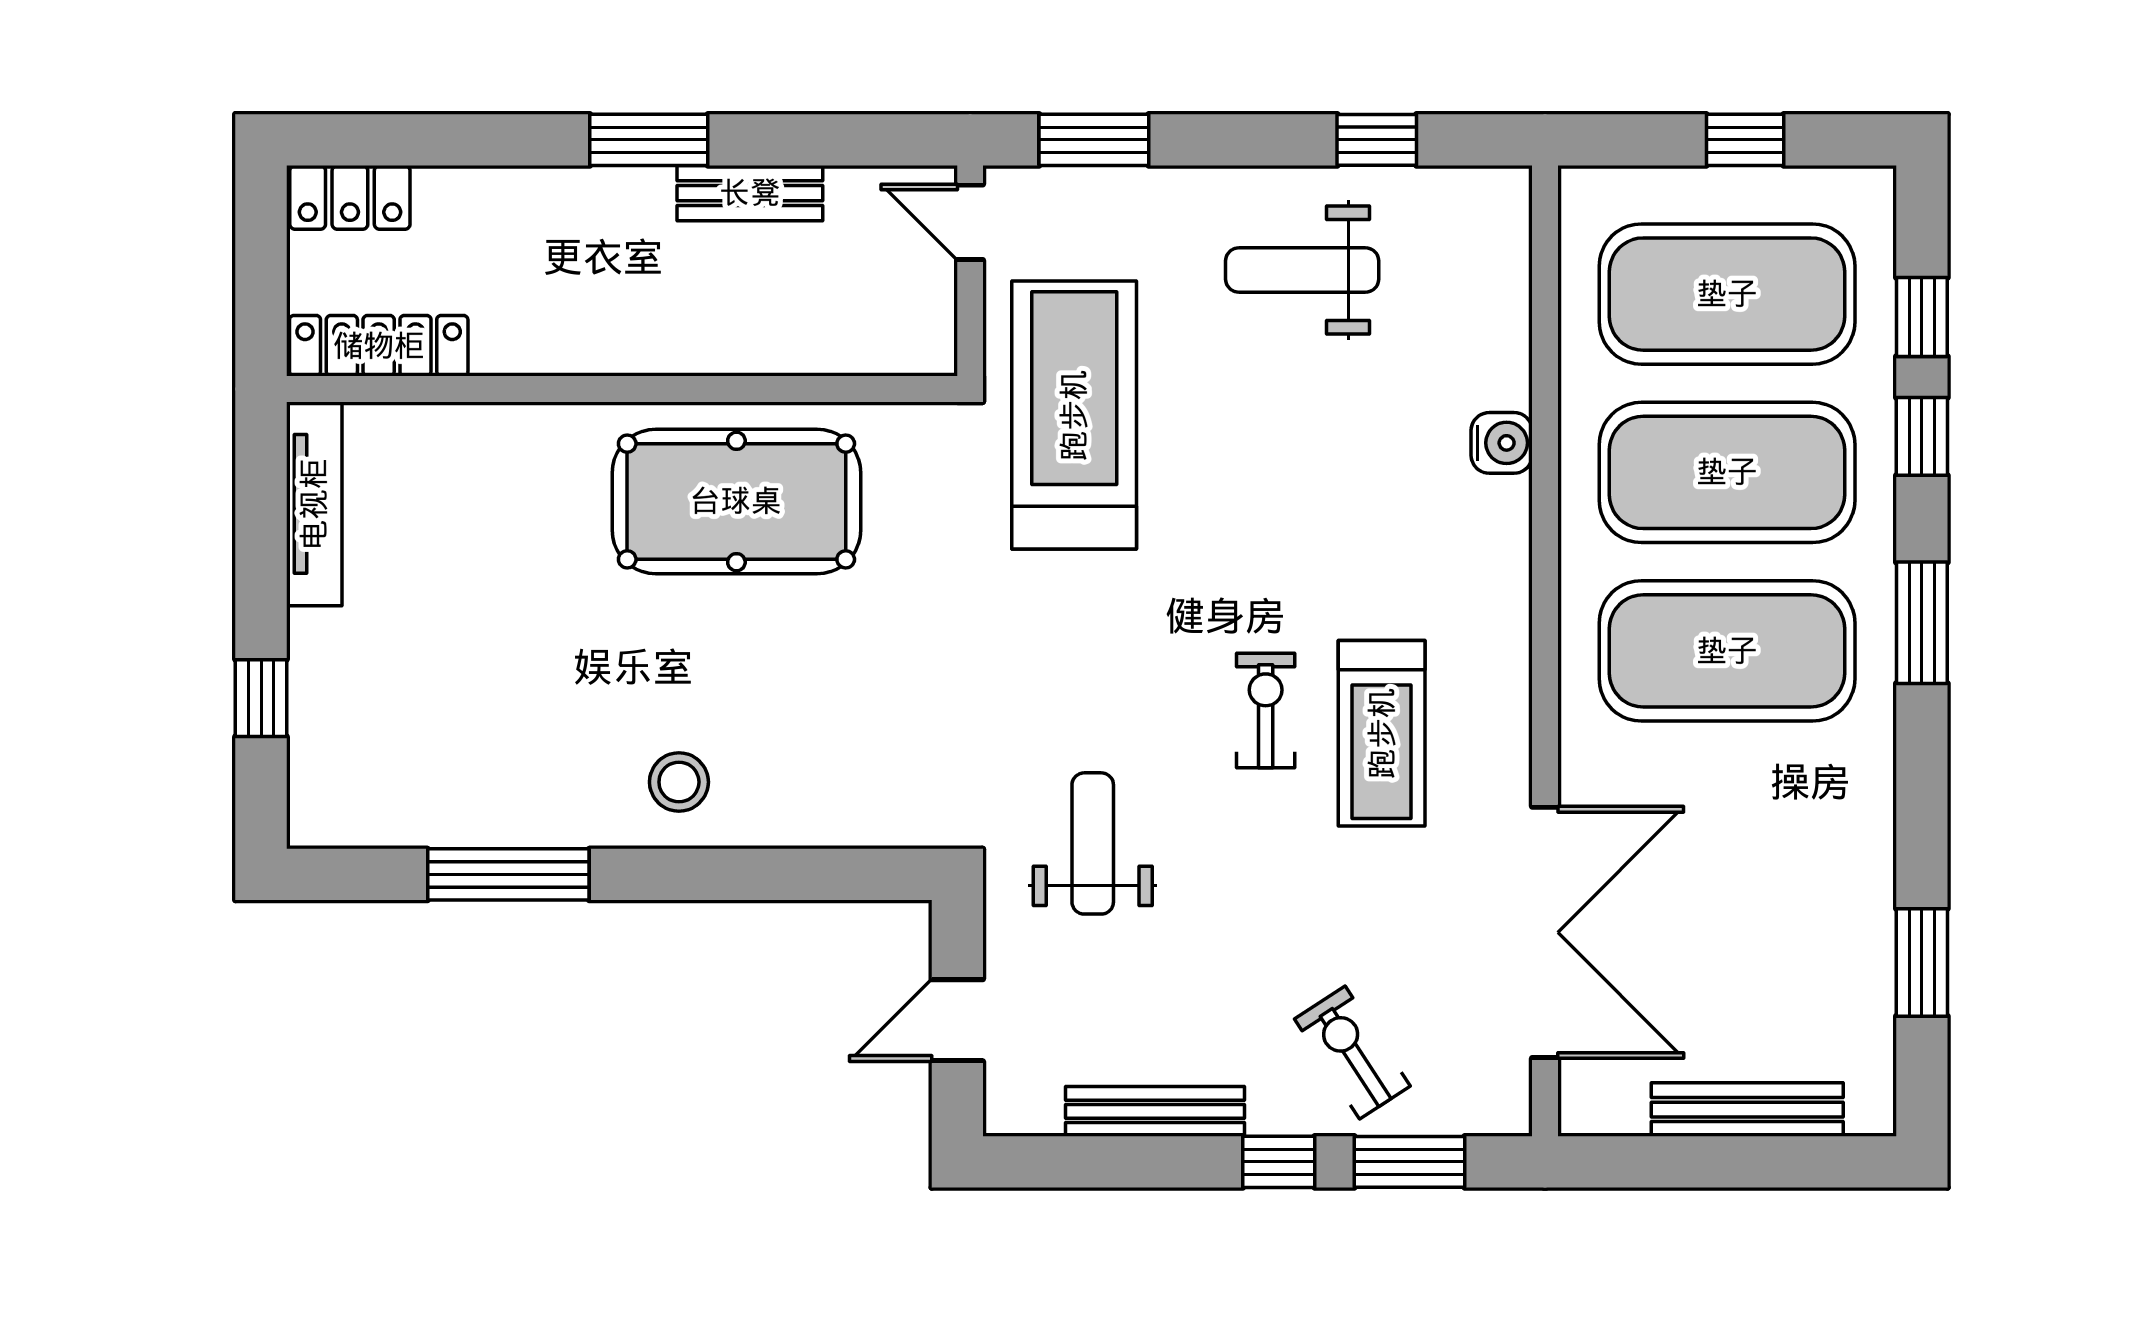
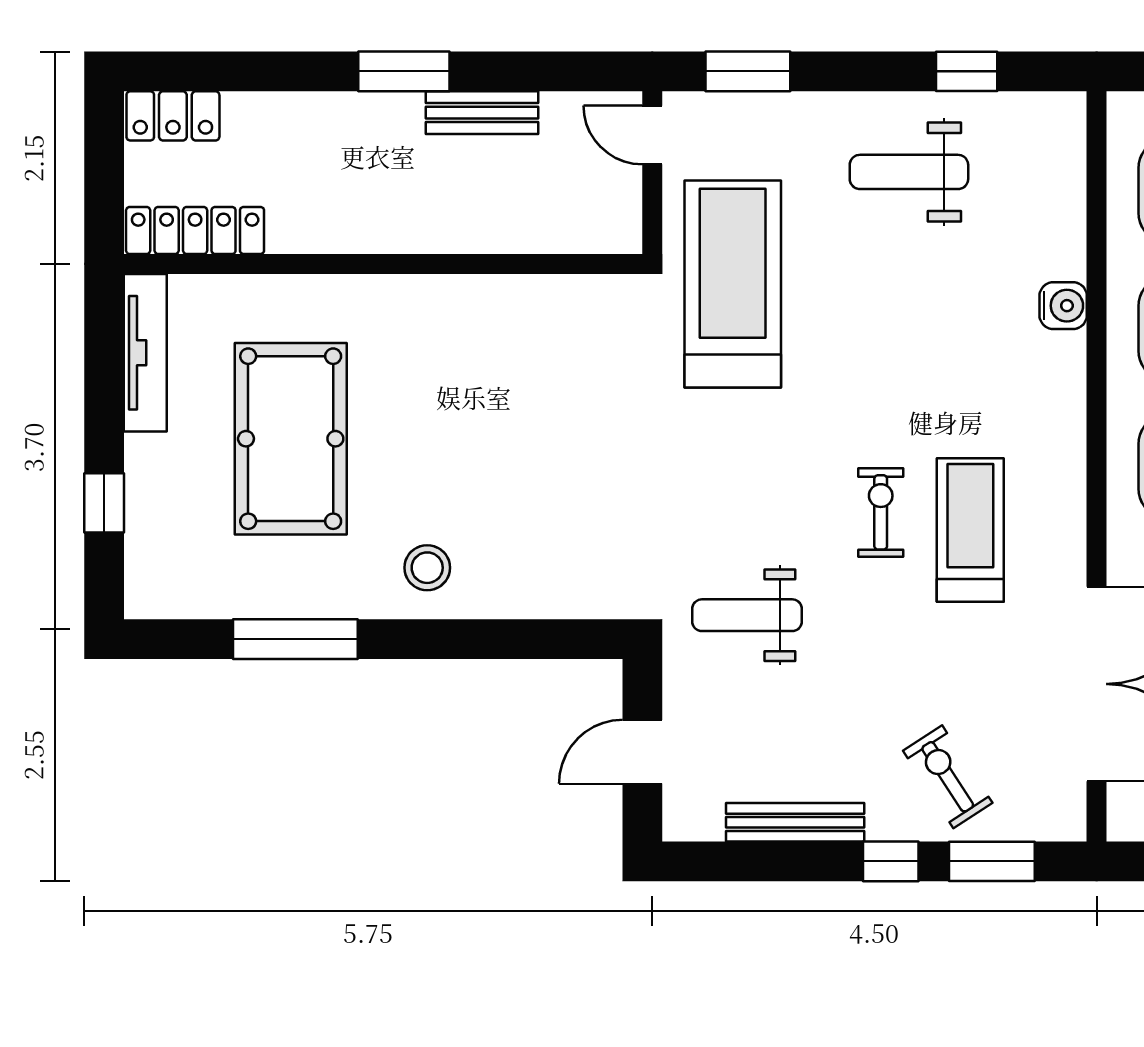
pool table: (736, 501) -> (291, 439), moved, turned 90
treadmill: (1382, 733) -> (970, 530), turned 180
weight bench: (1093, 843) -> (747, 615), turned -90

